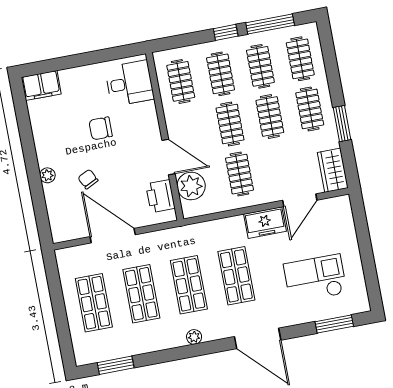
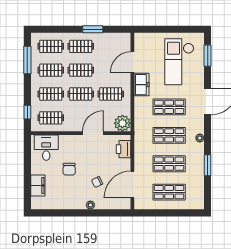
window: (226, 32) -> (27, 112), moved
filing cabinet: (41, 85) -> (38, 186), moved
wardrobe: (333, 170) -> (119, 40), removed
plant: (191, 186) -> (122, 123), moved
printer: (160, 196) -> (123, 149), moved, turned 90
door: (300, 200) -> (132, 62), swing flipped
door: (113, 236) -> (132, 184), moved
checkout: (315, 279) -> (179, 62), width x1.36, depth x1.21
window: (116, 365) -> (208, 165), moved

